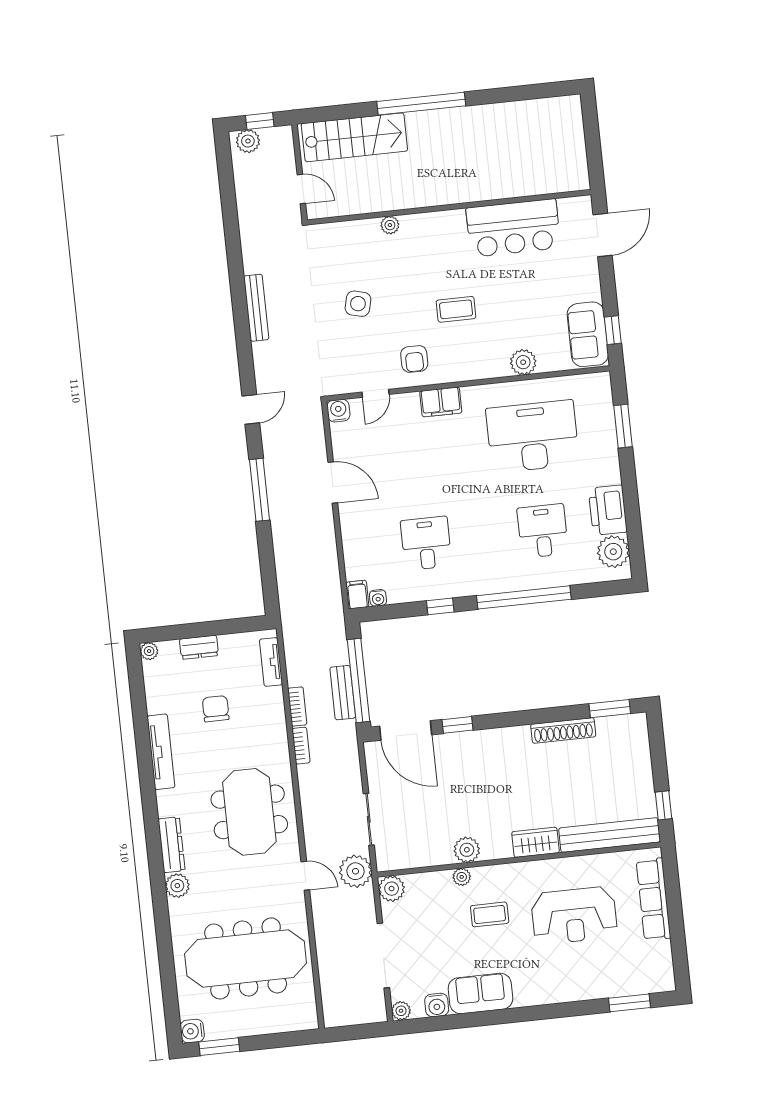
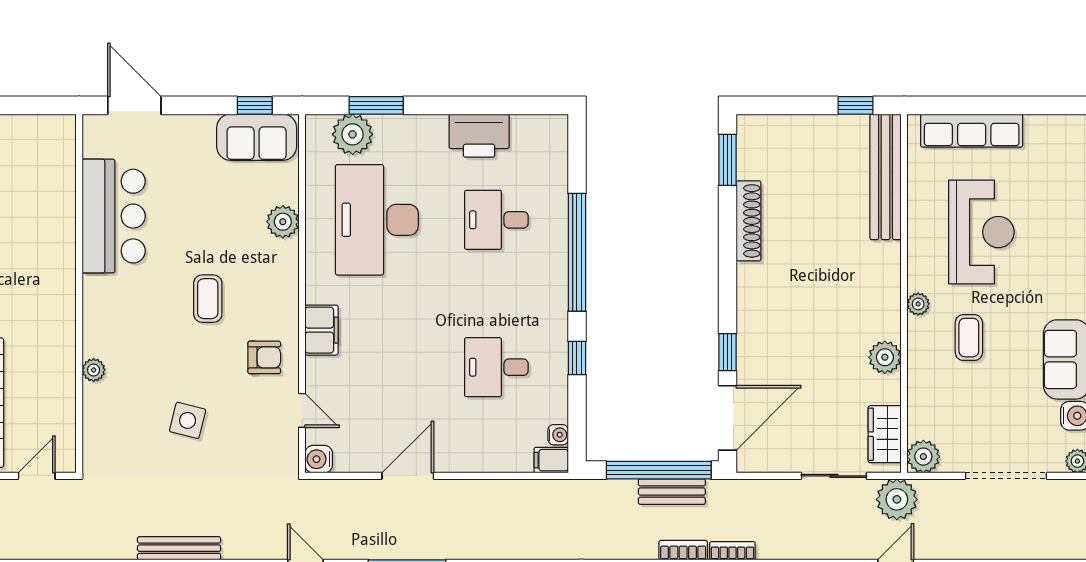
plant: (613, 552) -> (353, 134), moved
wardrobe: (536, 842) -> (885, 434), moved
plant: (462, 877) -> (918, 304), moved

